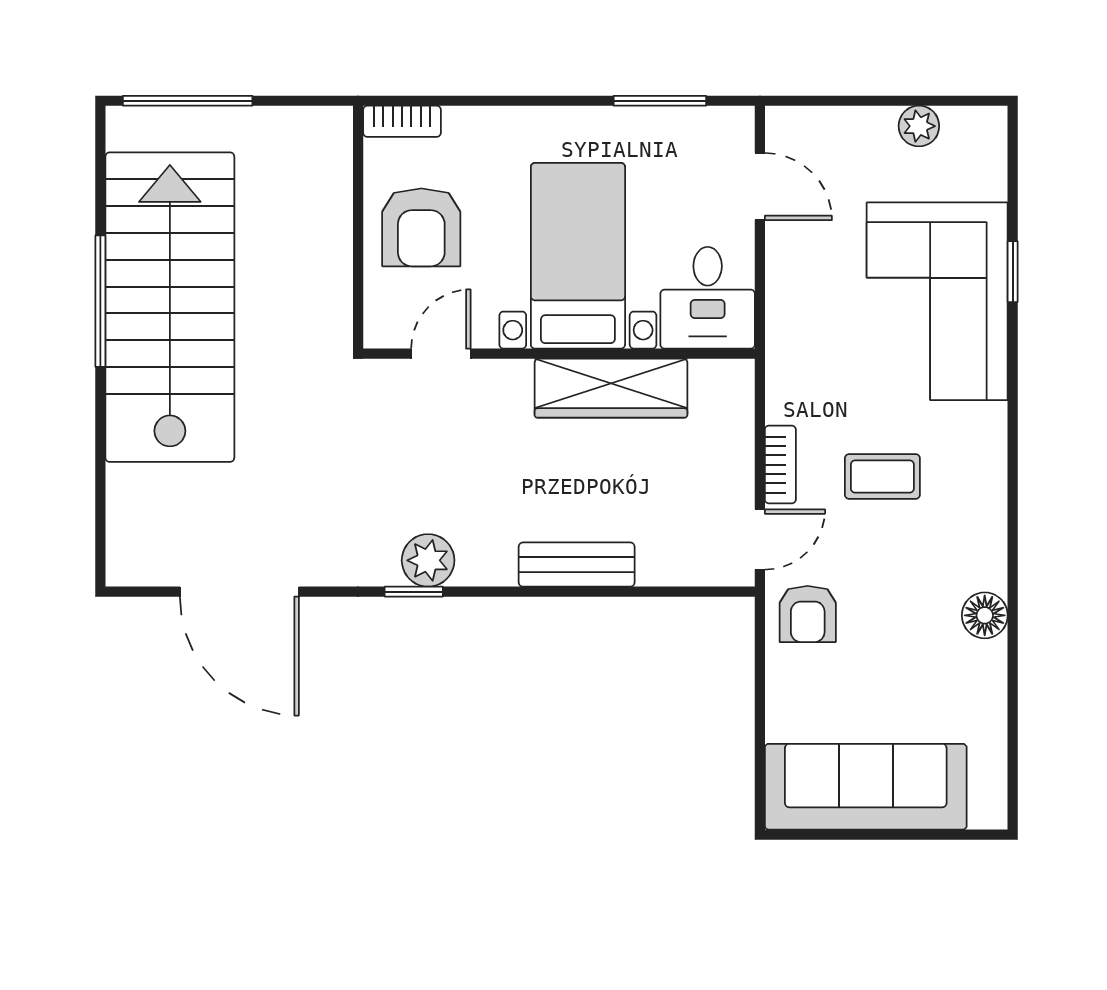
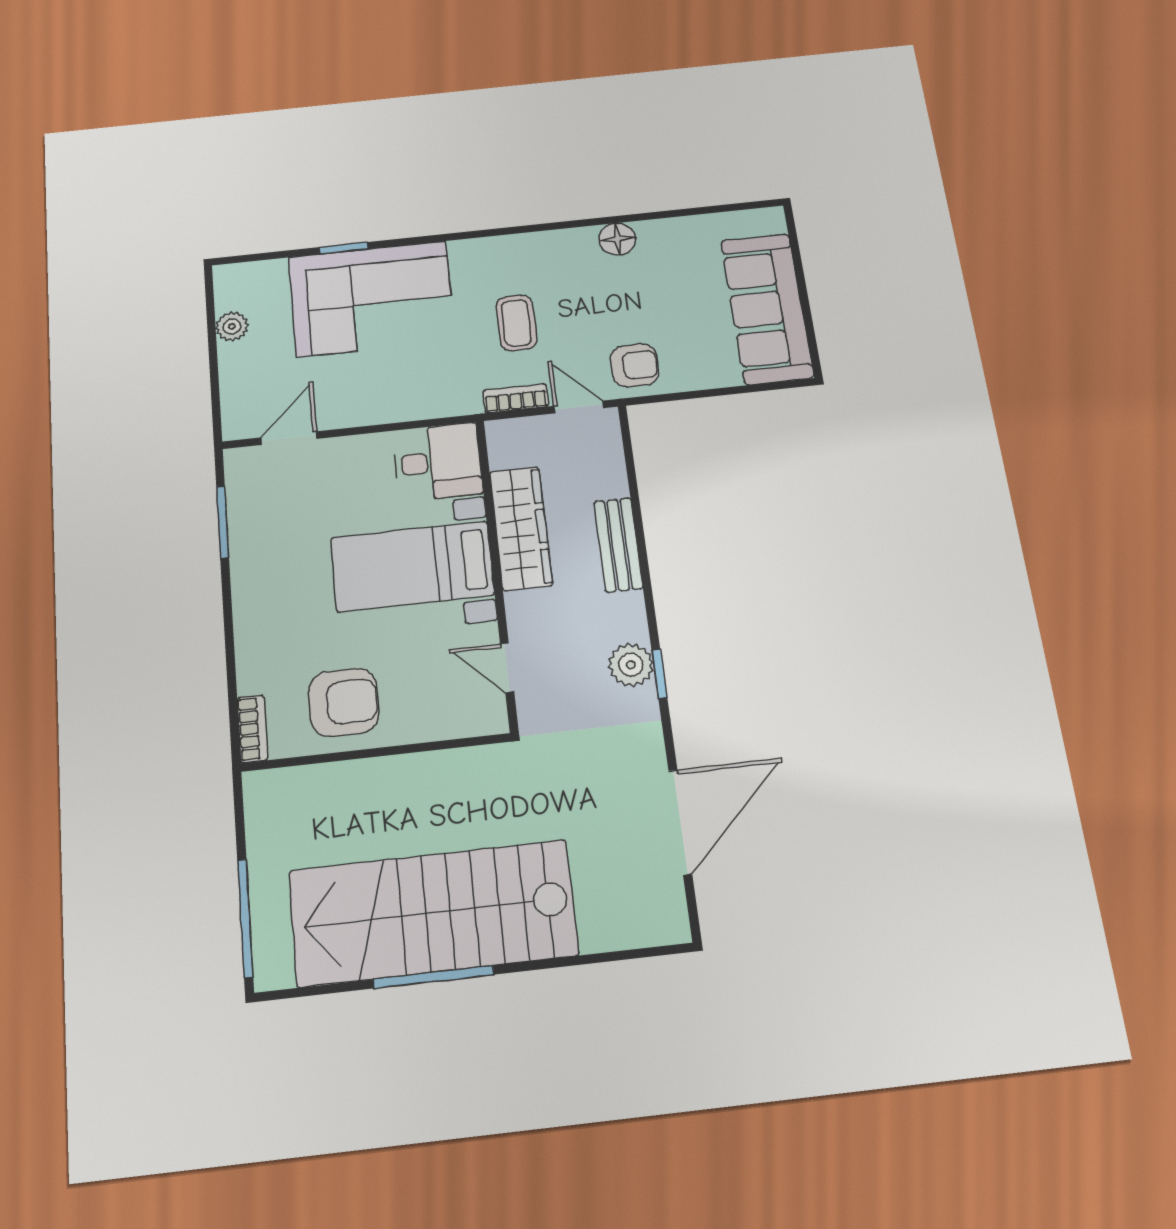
bed with nightstands: (578, 256) -> (412, 566), moved
desk: (708, 298) -> (437, 462), moved
door: (441, 354) -> (507, 668), moved
wall: (559, 354) -> (496, 572), moved
wardrobe: (611, 388) -> (521, 528), moved

